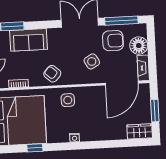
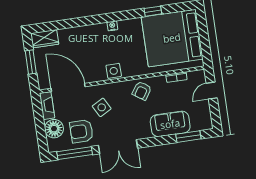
armchair: (52, 74) -> (142, 91), turned 82
door: (122, 83) -> (68, 87), hinge flipped
side table: (68, 100) -> (114, 71), moved

